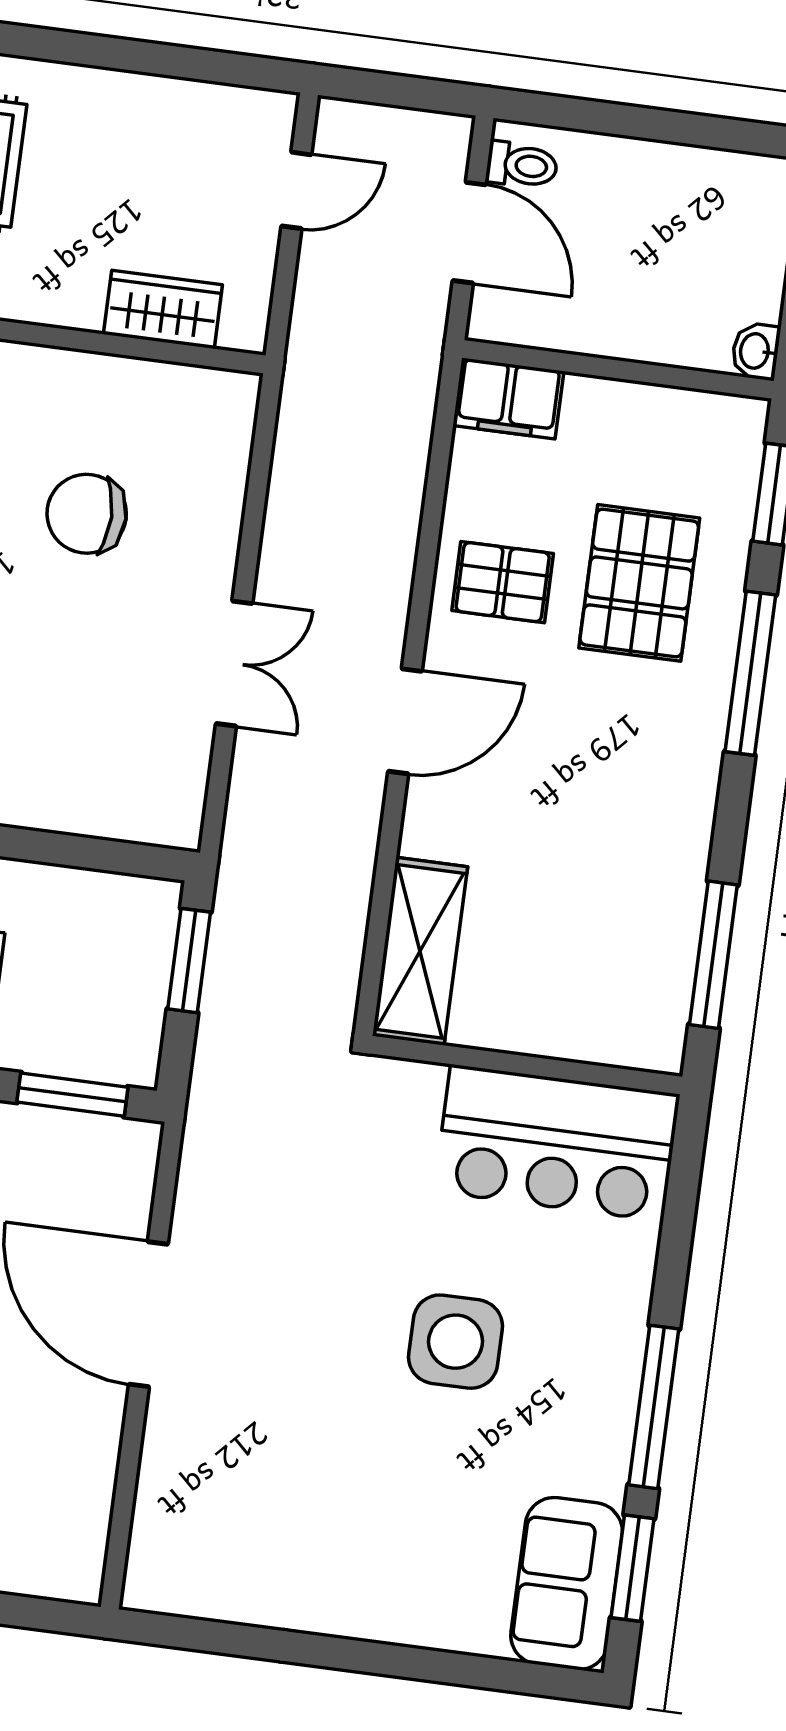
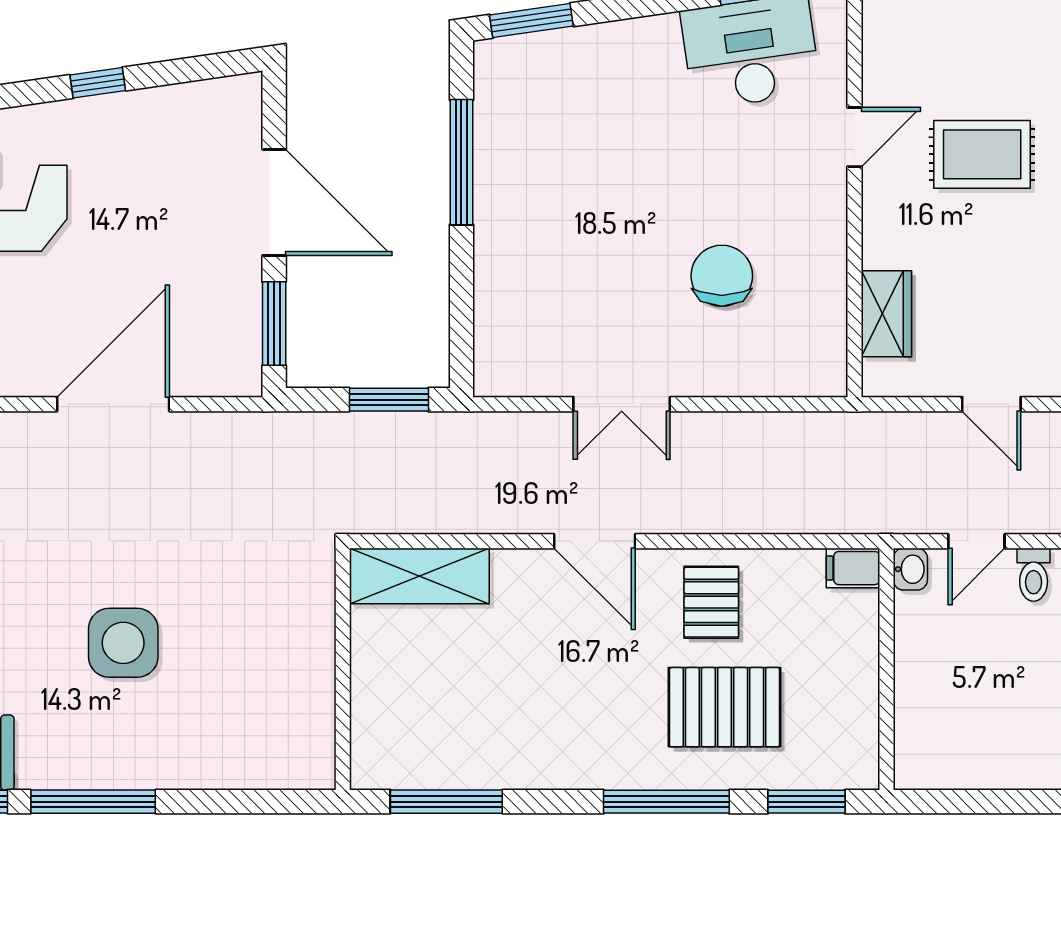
door: (469, 233) -> (976, 541), width x0.73
washbasin: (756, 351) -> (910, 569), moved, turned 90
filing cabinet: (508, 398) -> (853, 568), width x0.50
bar counter: (557, 1143) -> (286, 701), removed

